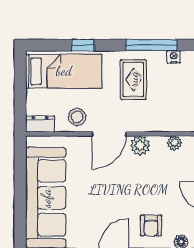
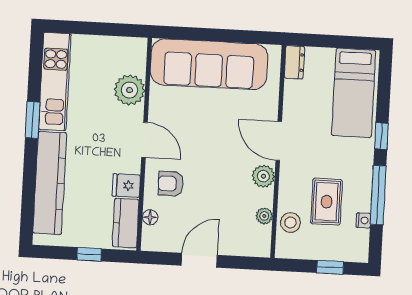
window: (83, 45) -> (381, 136), moved
rug: (133, 79) -> (326, 202), moved, turned 90
stool: (77, 117) -> (290, 222), moved

